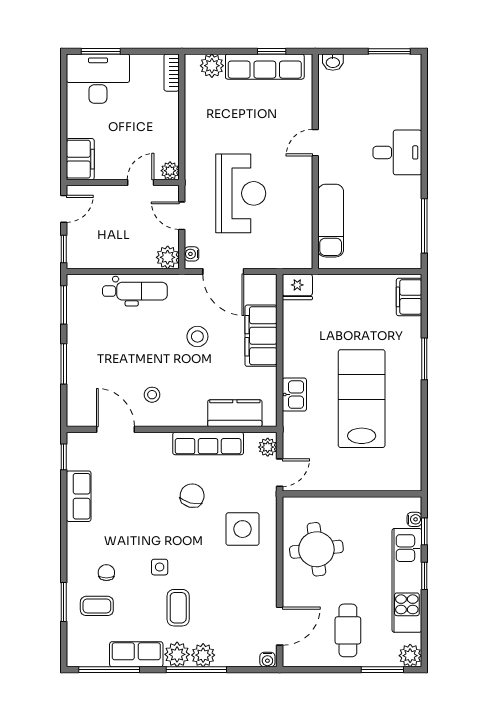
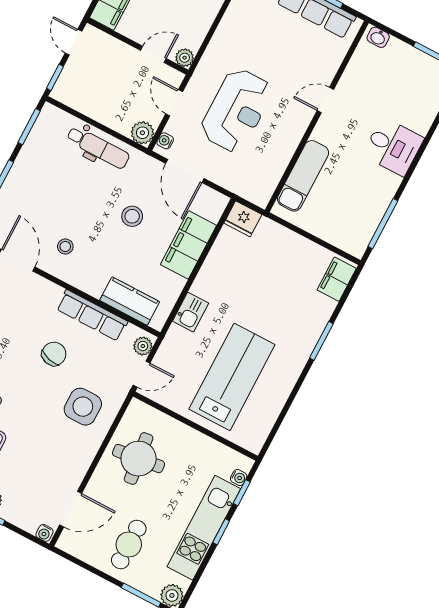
door: (64, 209) -> (74, 42), swing flipped
lab bench: (362, 399) -> (232, 377), moved

